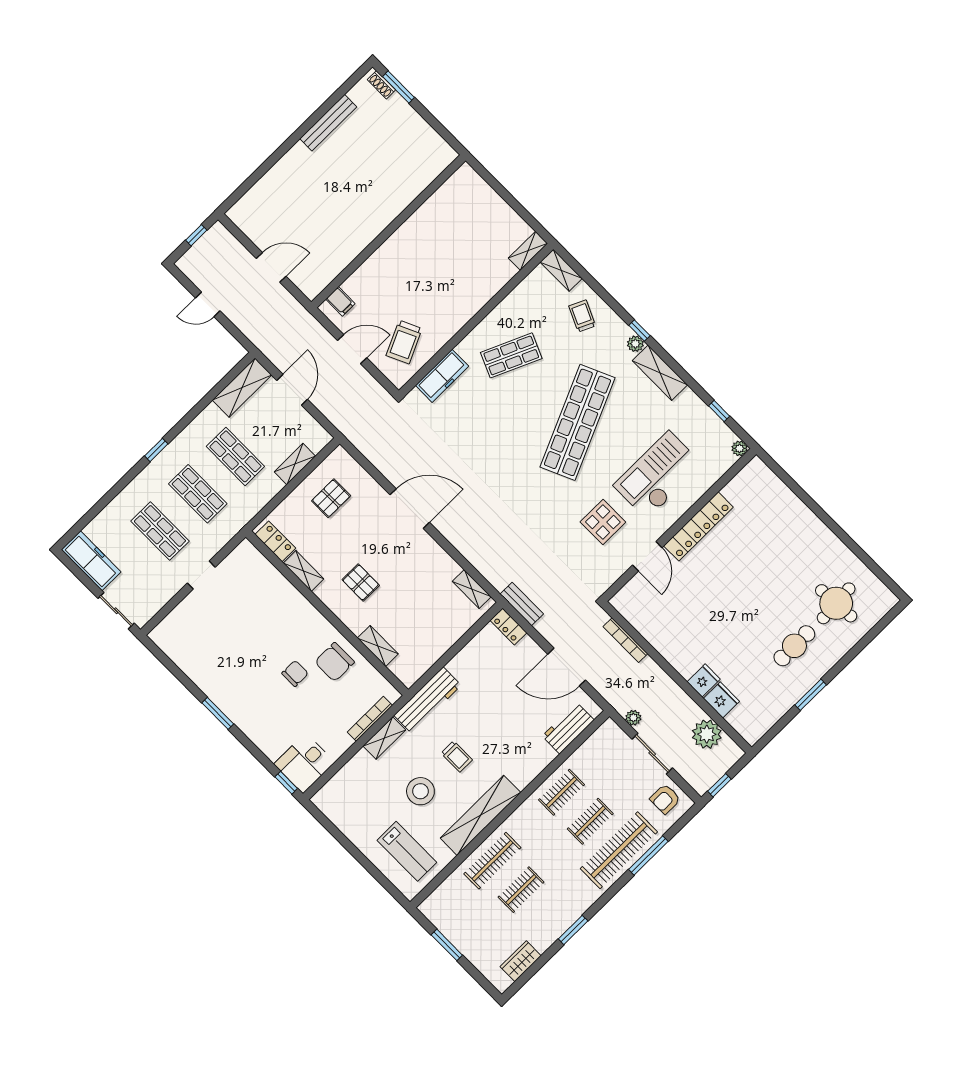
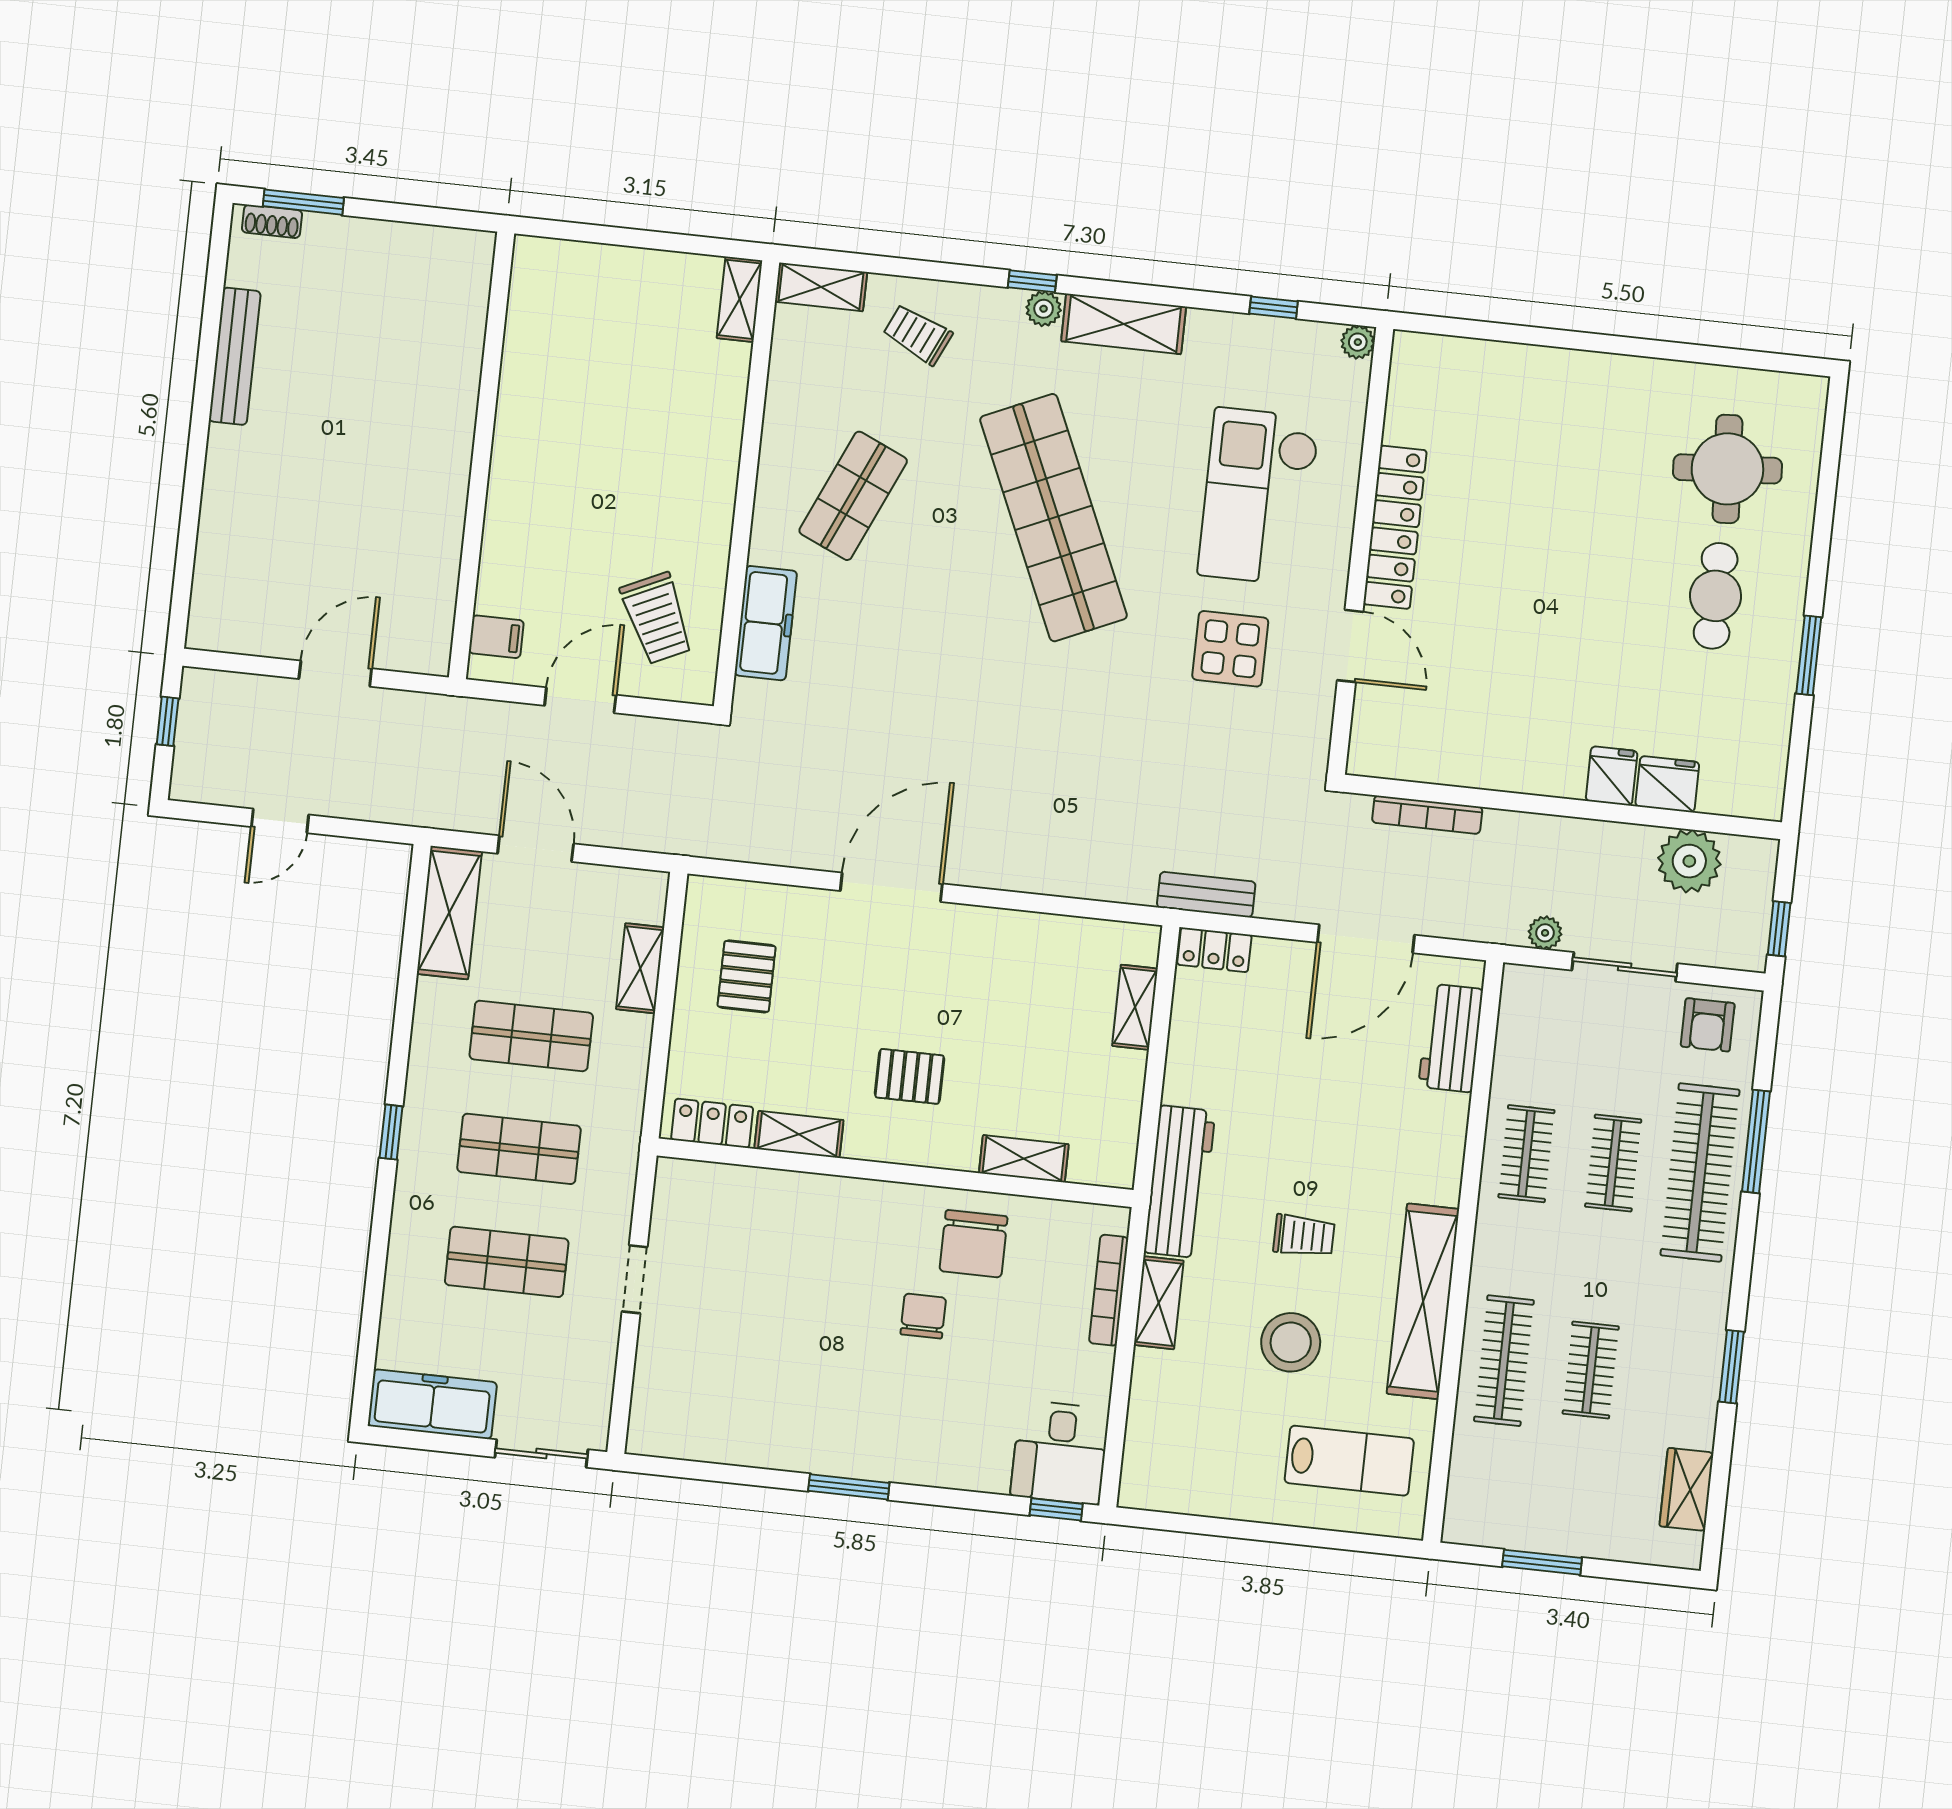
shelving: (472, 589) -> (1135, 1007), moved, turned 90

